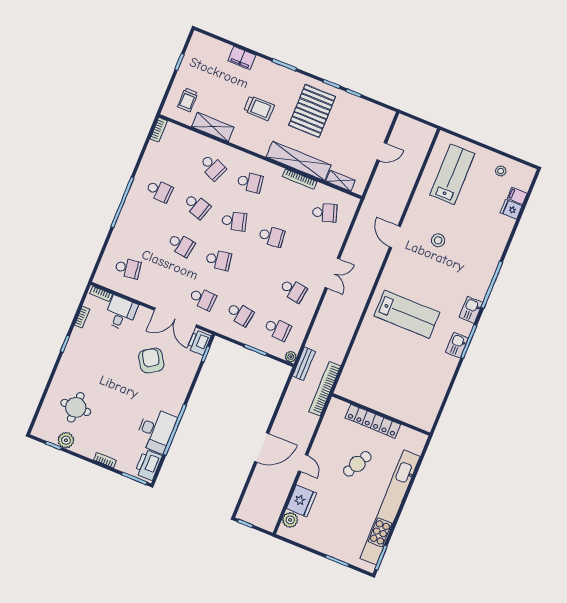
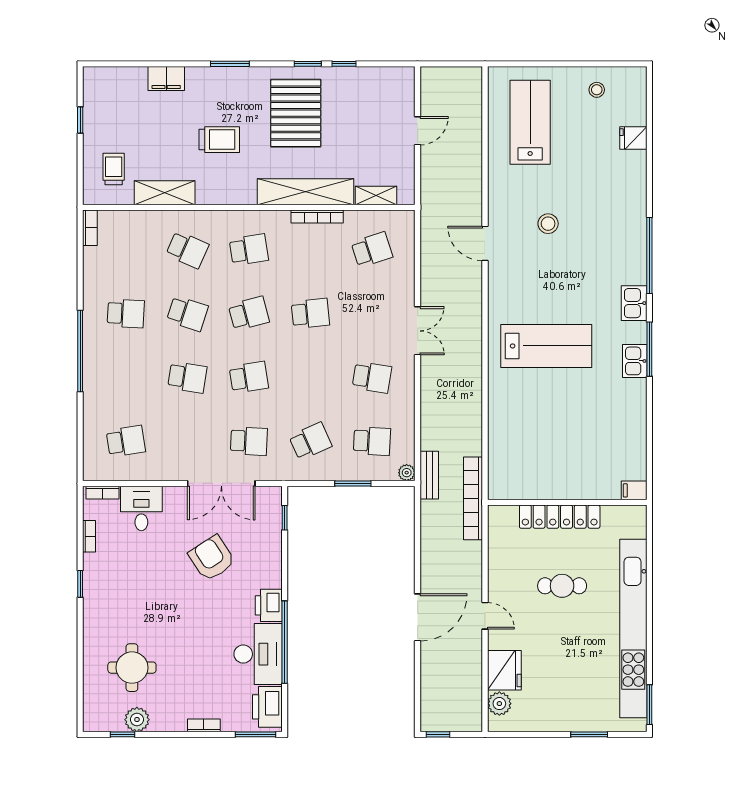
trolley: (188, 100) -> (114, 169), turned 180
filing cabinet: (517, 196) -> (634, 490), moved
school desk: (240, 314) -> (310, 441), turned -33
printer: (199, 342) -> (269, 605), moved
cafe table: (357, 464) -> (562, 586), turned 62

